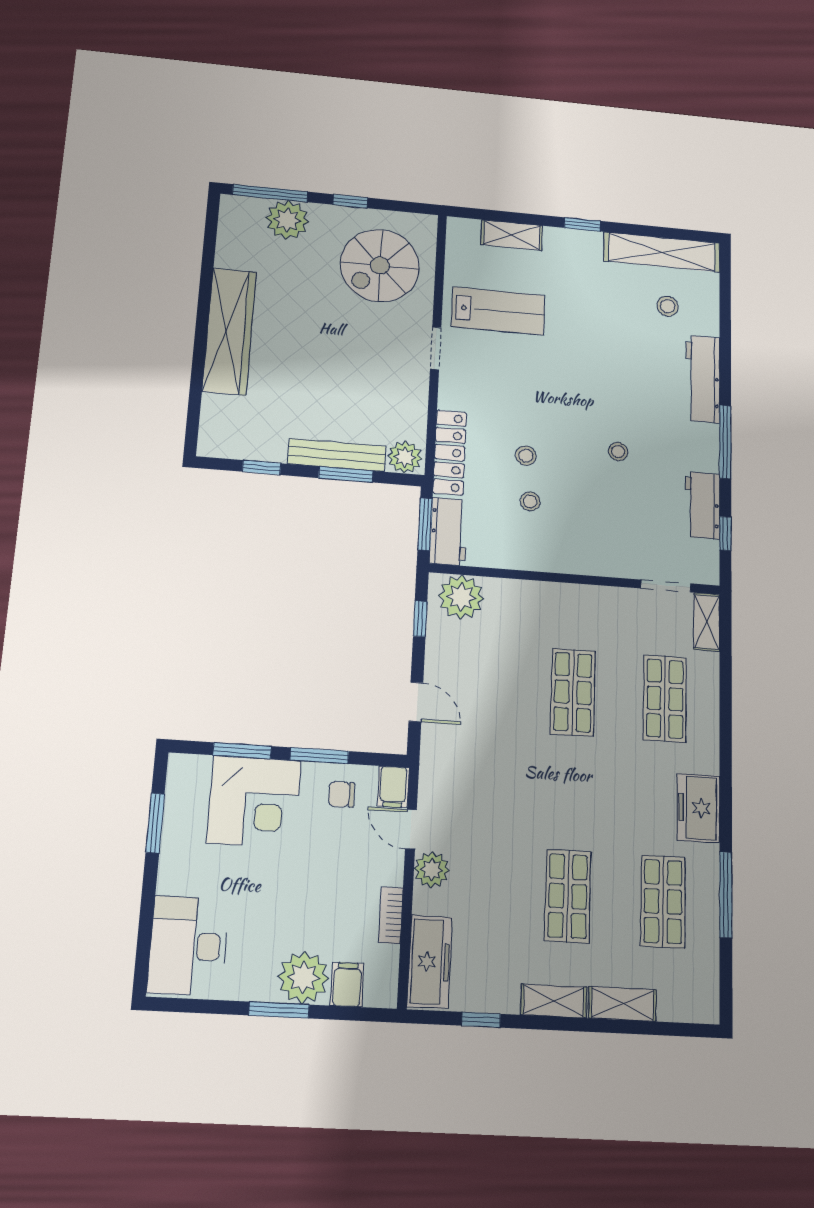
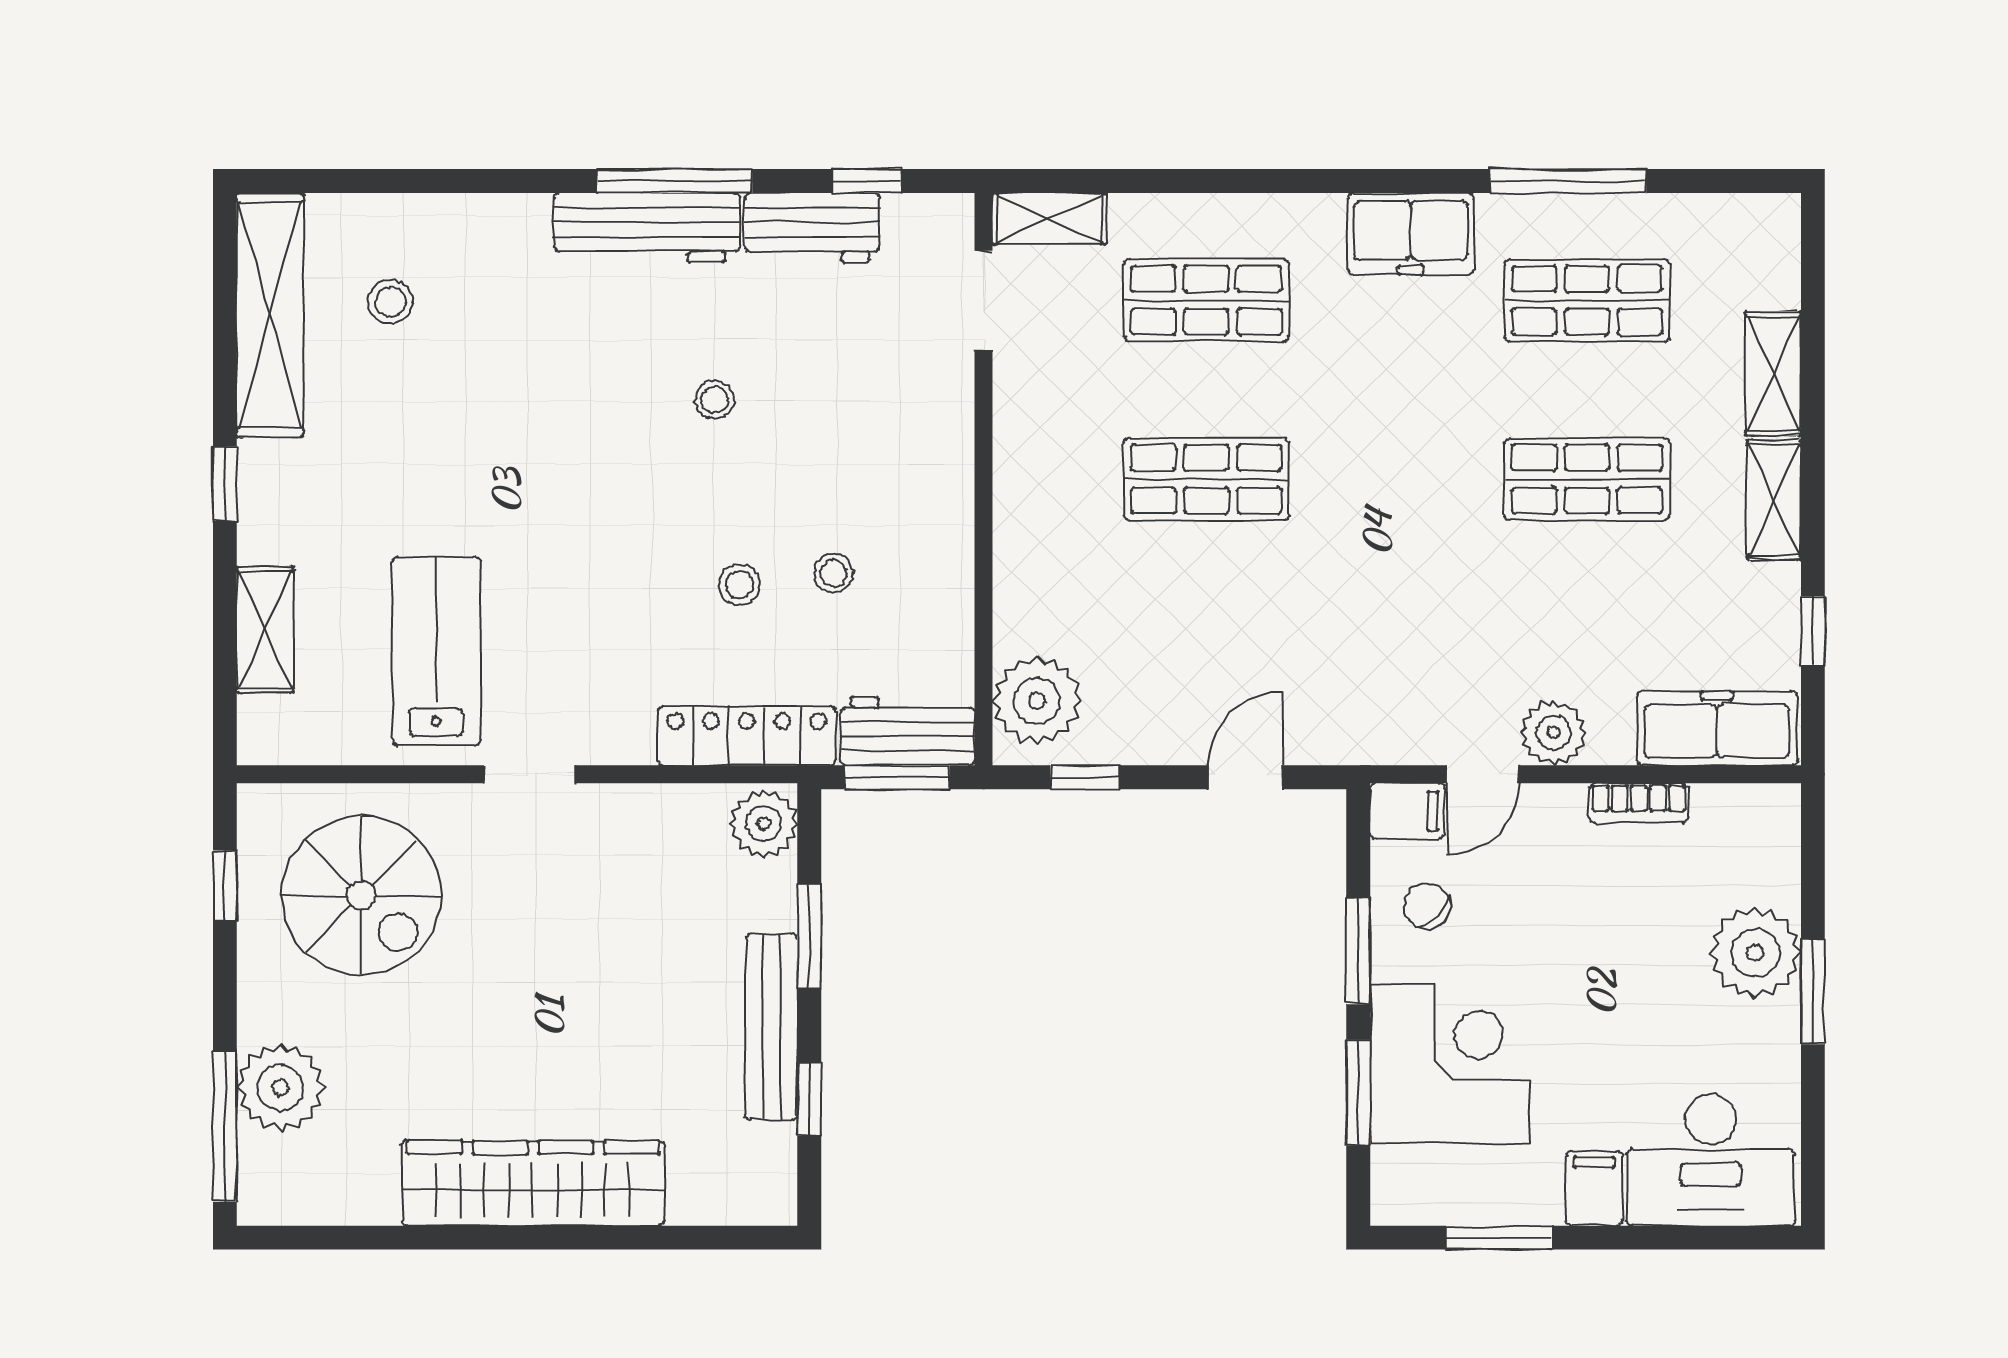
window: (350, 201) -> (225, 885), moved
workbench: (703, 379) -> (647, 228), moved
bench: (337, 455) -> (771, 1027), moved
chair: (342, 794) -> (1427, 905), turned 134
filing cabinet: (347, 985) -> (1594, 1188), moved, turned 90

